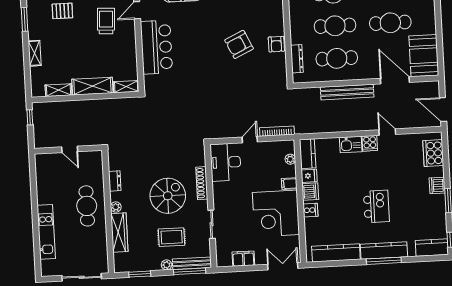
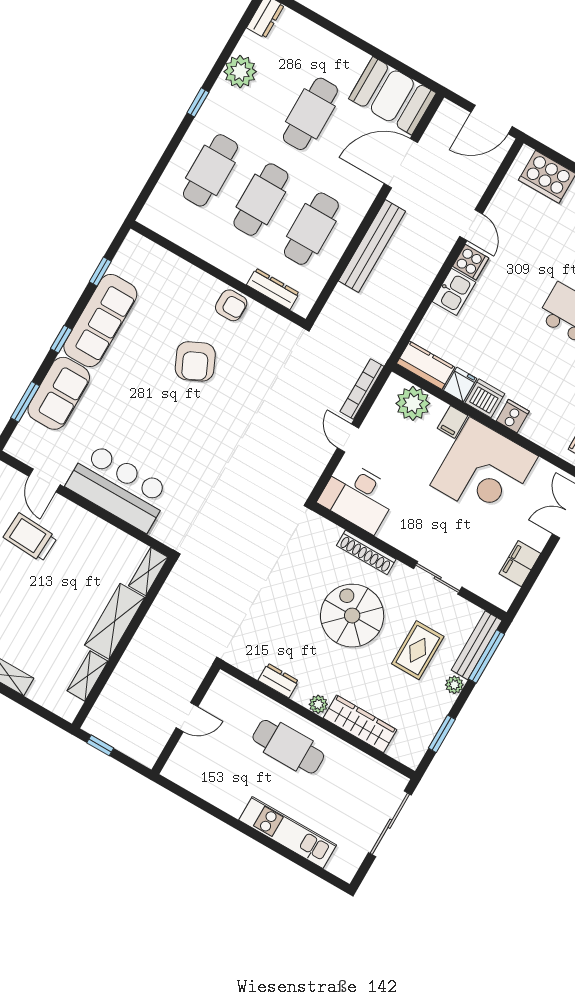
door: (387, 132) -> (471, 225), swing flipped
plant: (290, 159) -> (413, 403), width x1.87, depth x1.87

